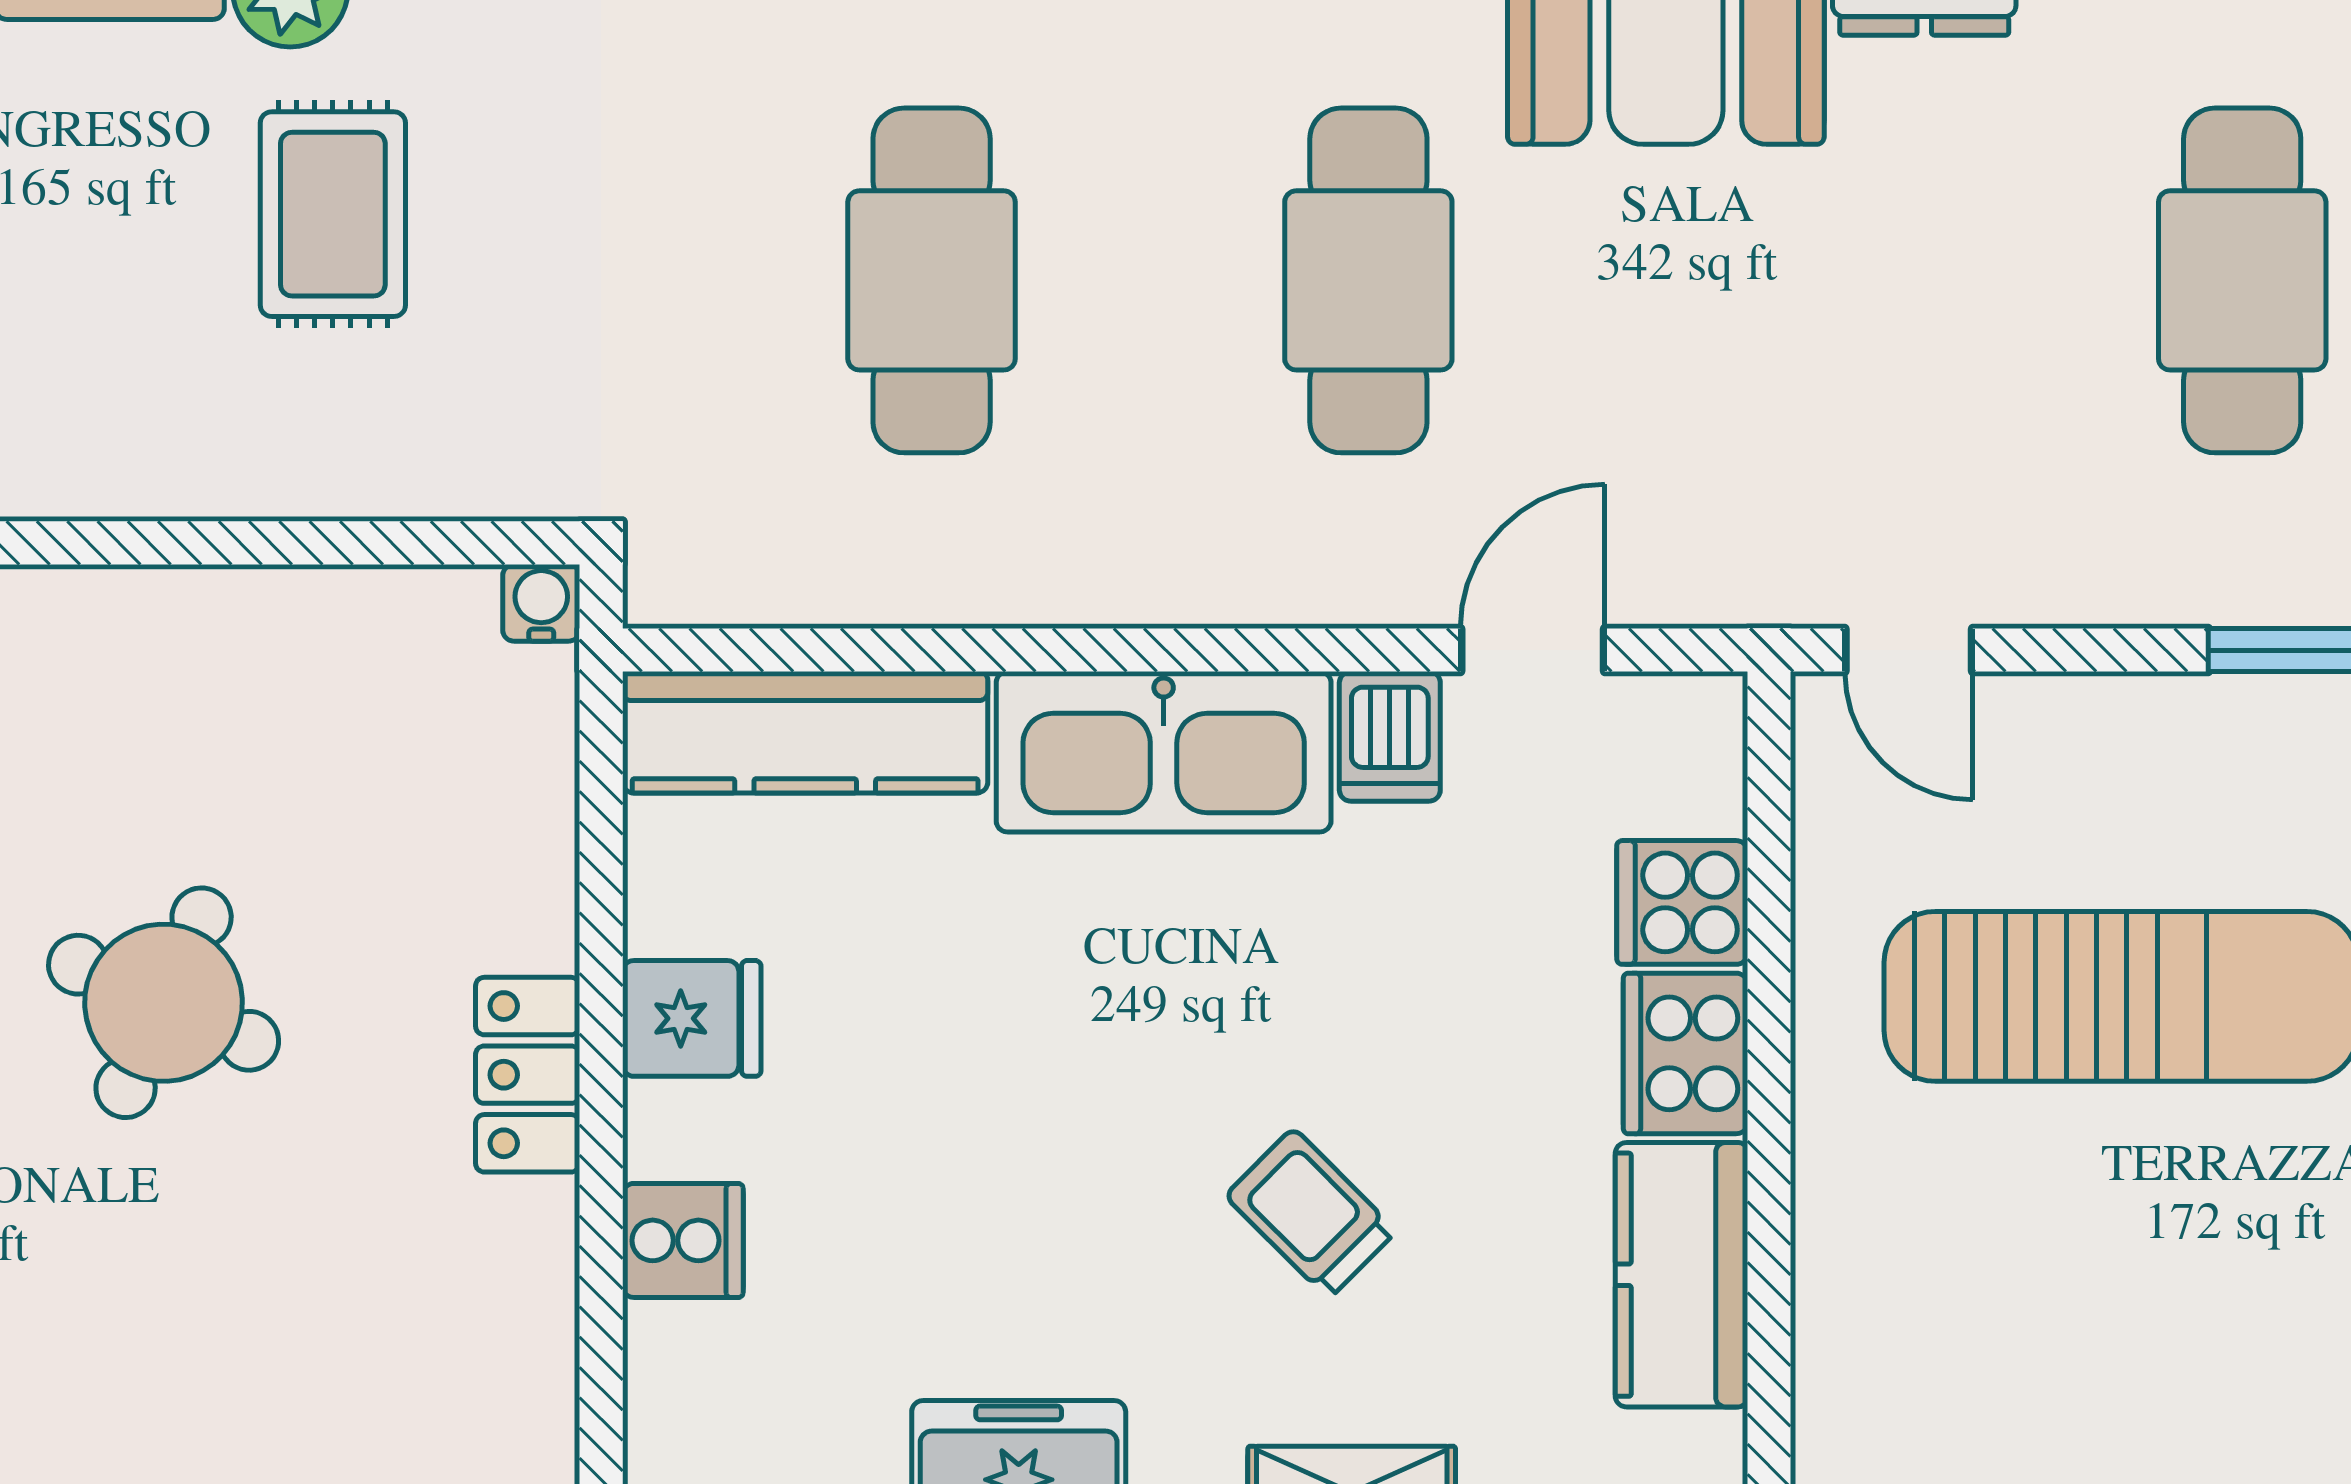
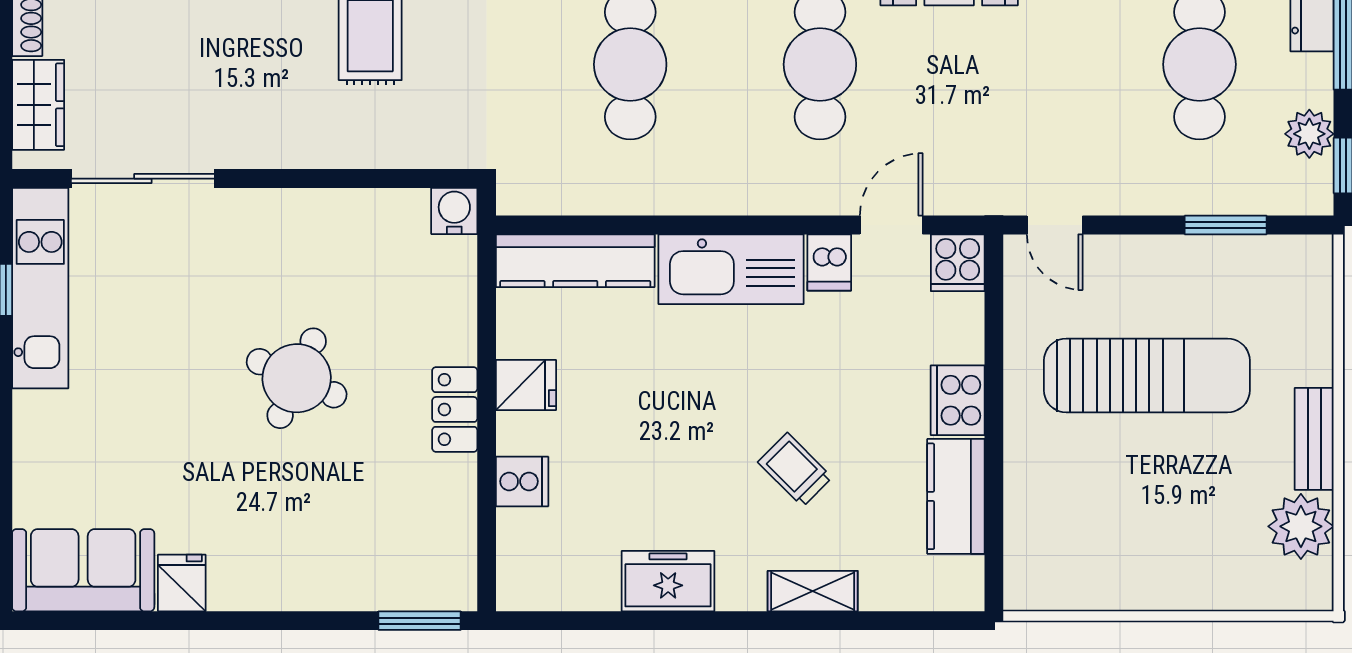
water cooler: (541, 603) -> (454, 211), width x1.38, depth x1.38
cooker: (1682, 902) -> (958, 263), moved, turned -90

